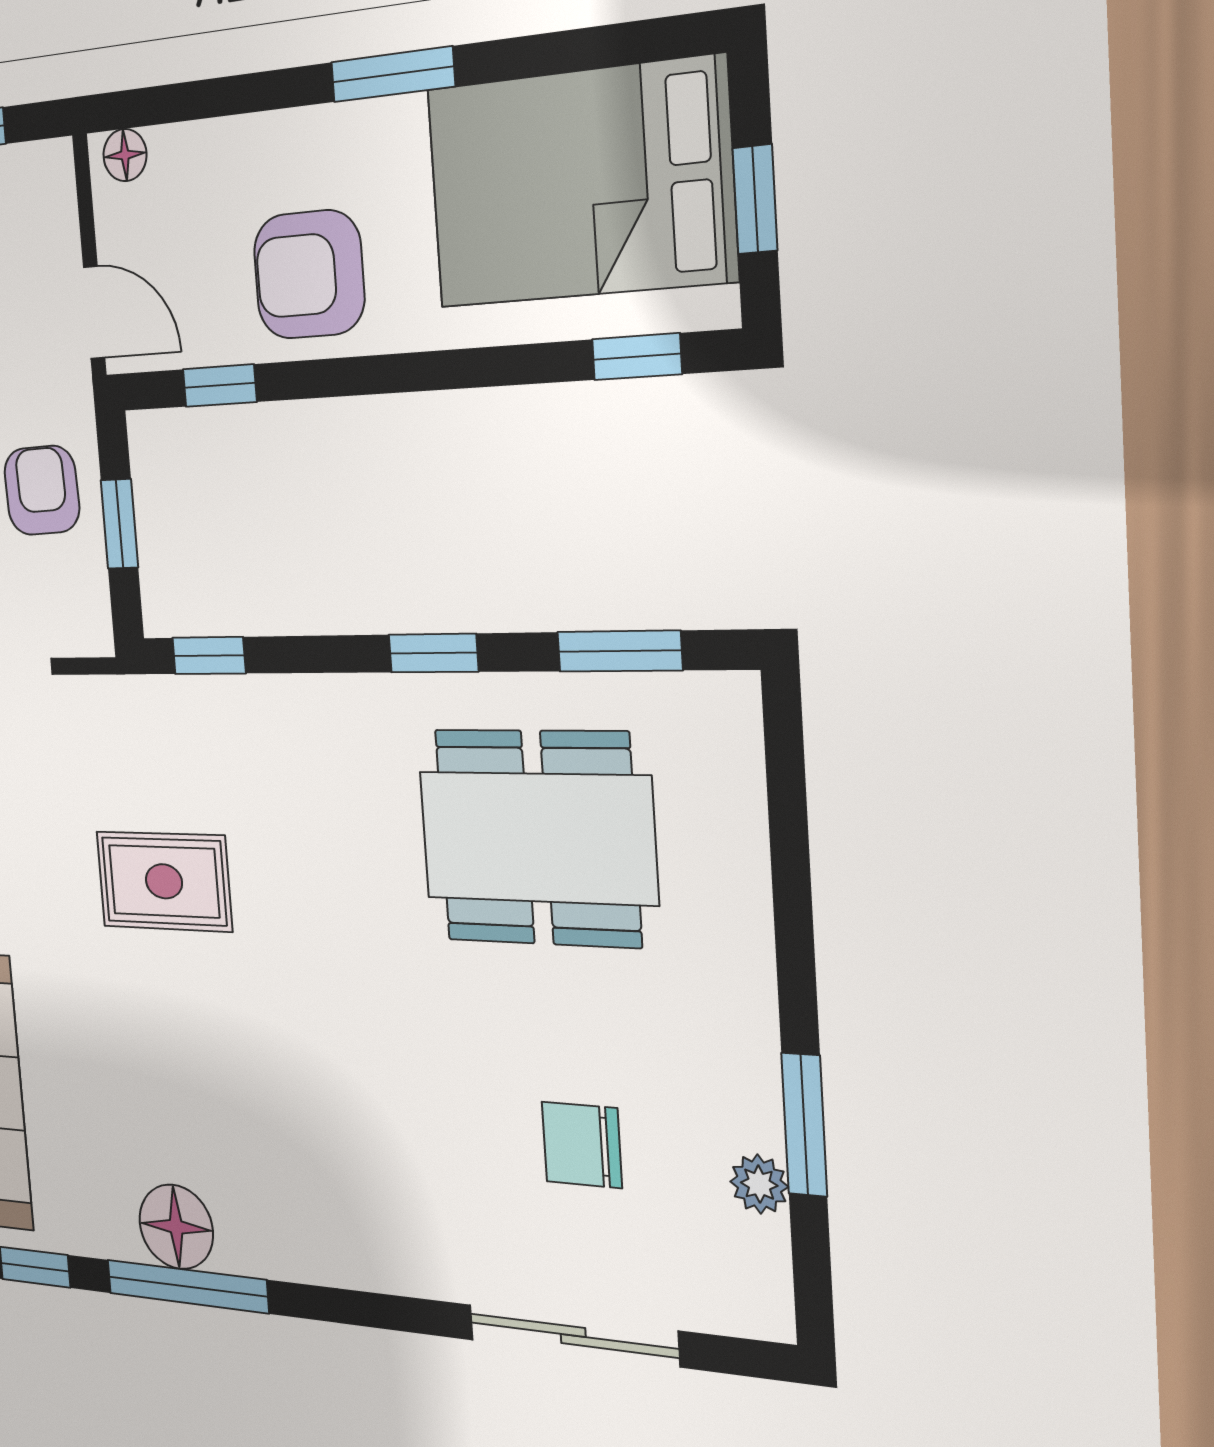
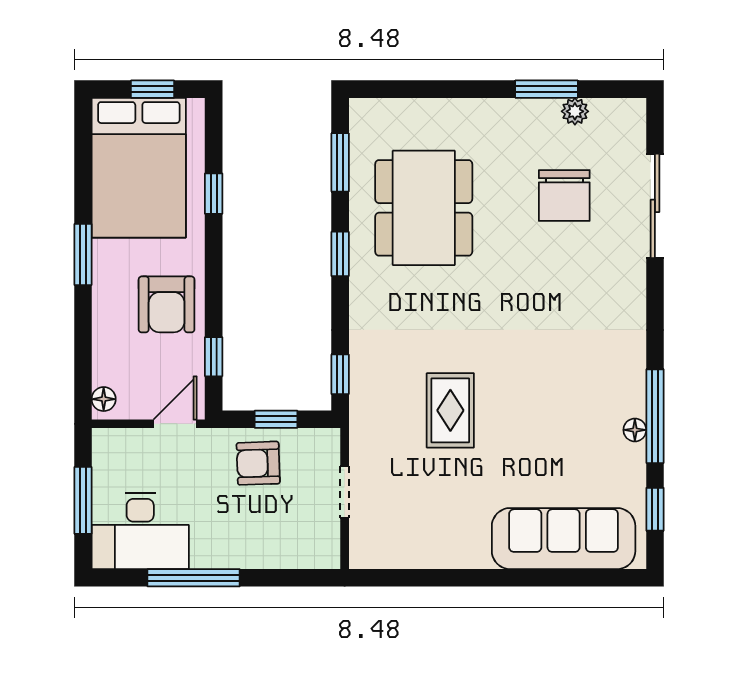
window: (637, 357) -> (214, 194), moved
chair: (582, 1145) -> (564, 195), width x1.37, depth x1.37
floor lamp: (176, 1227) -> (635, 430), width x0.53, depth x0.53

